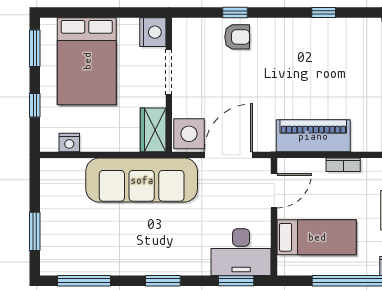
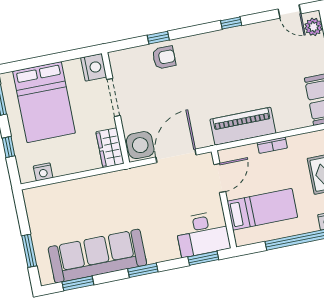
sofa: (142, 180) -> (97, 256), moved, turned 180
window: (84, 281) -> (78, 283), width x0.69

